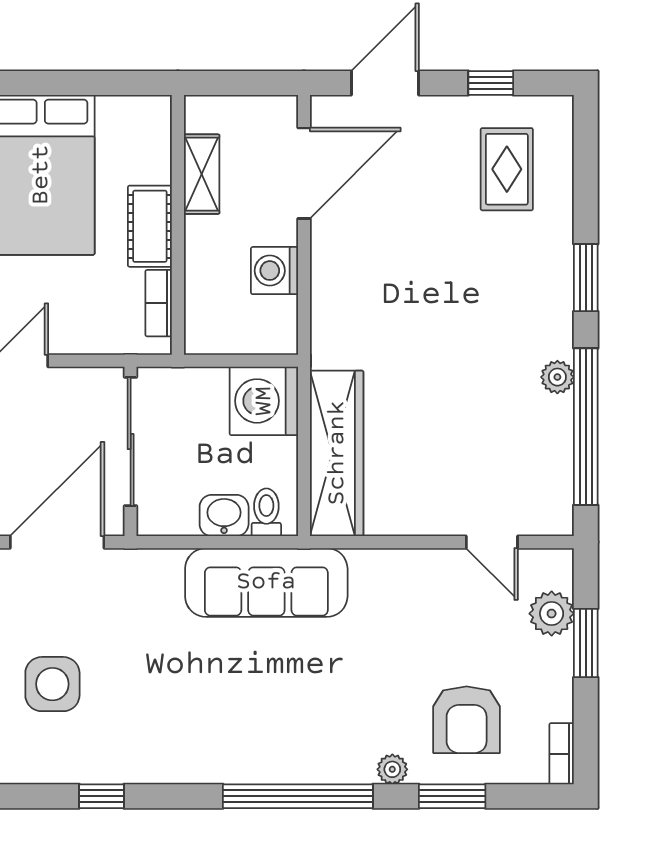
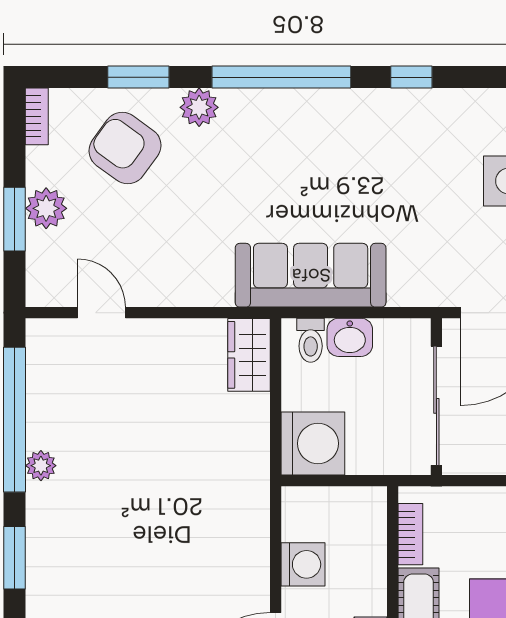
wardrobe: (337, 453) -> (249, 355), width x0.48, depth x0.85
plant: (552, 614) -> (46, 208), moved
armchair: (467, 720) -> (125, 148), turned -54
plant: (392, 769) -> (199, 107), width x1.38, depth x1.38
window: (101, 796) -> (411, 77), moved

